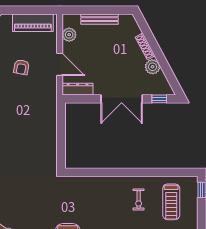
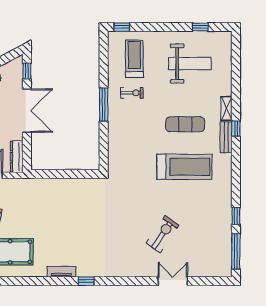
window: (127, 172) -> (104, 105), added
treadmill: (171, 202) -> (134, 59), turned -90

